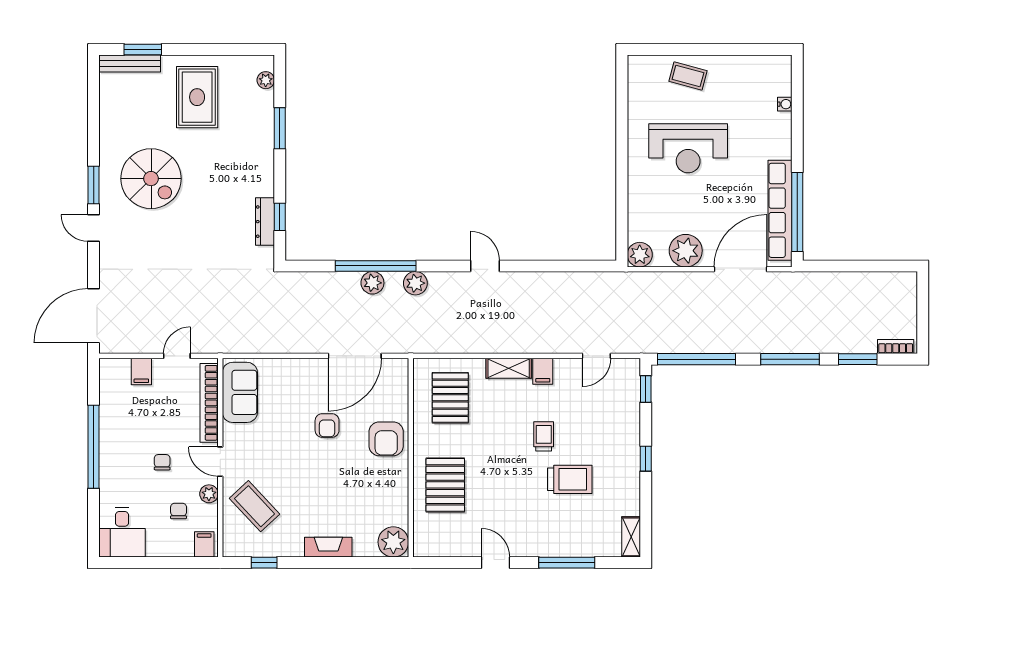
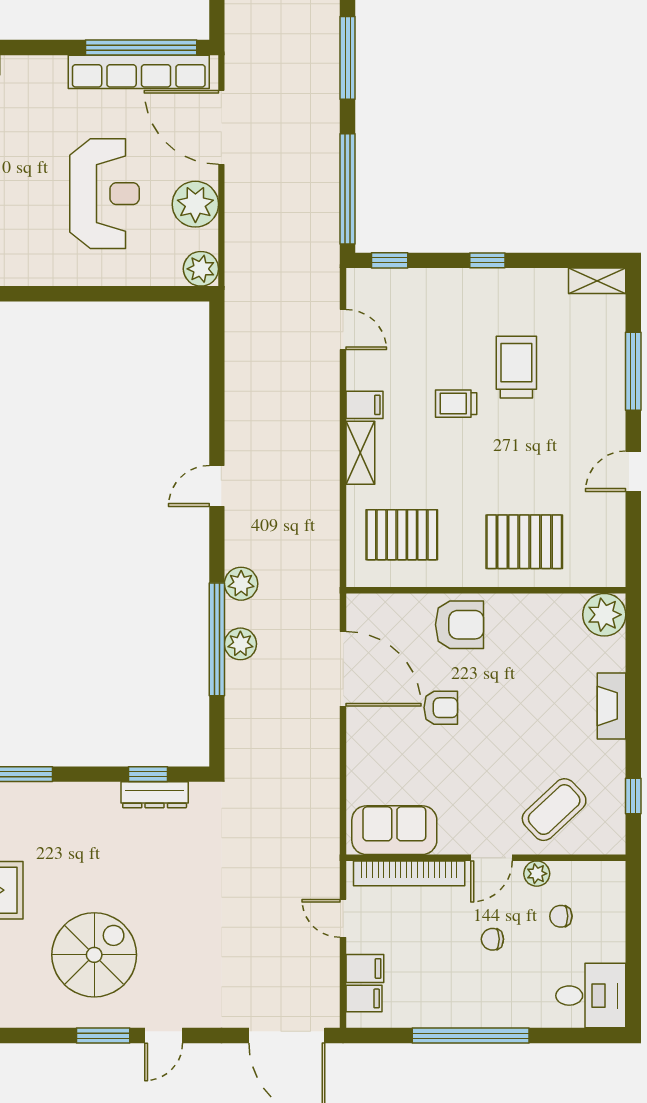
reception desk: (688, 148) -> (105, 194), moved
filing cabinet: (204, 544) -> (364, 998), moved, turned 180

